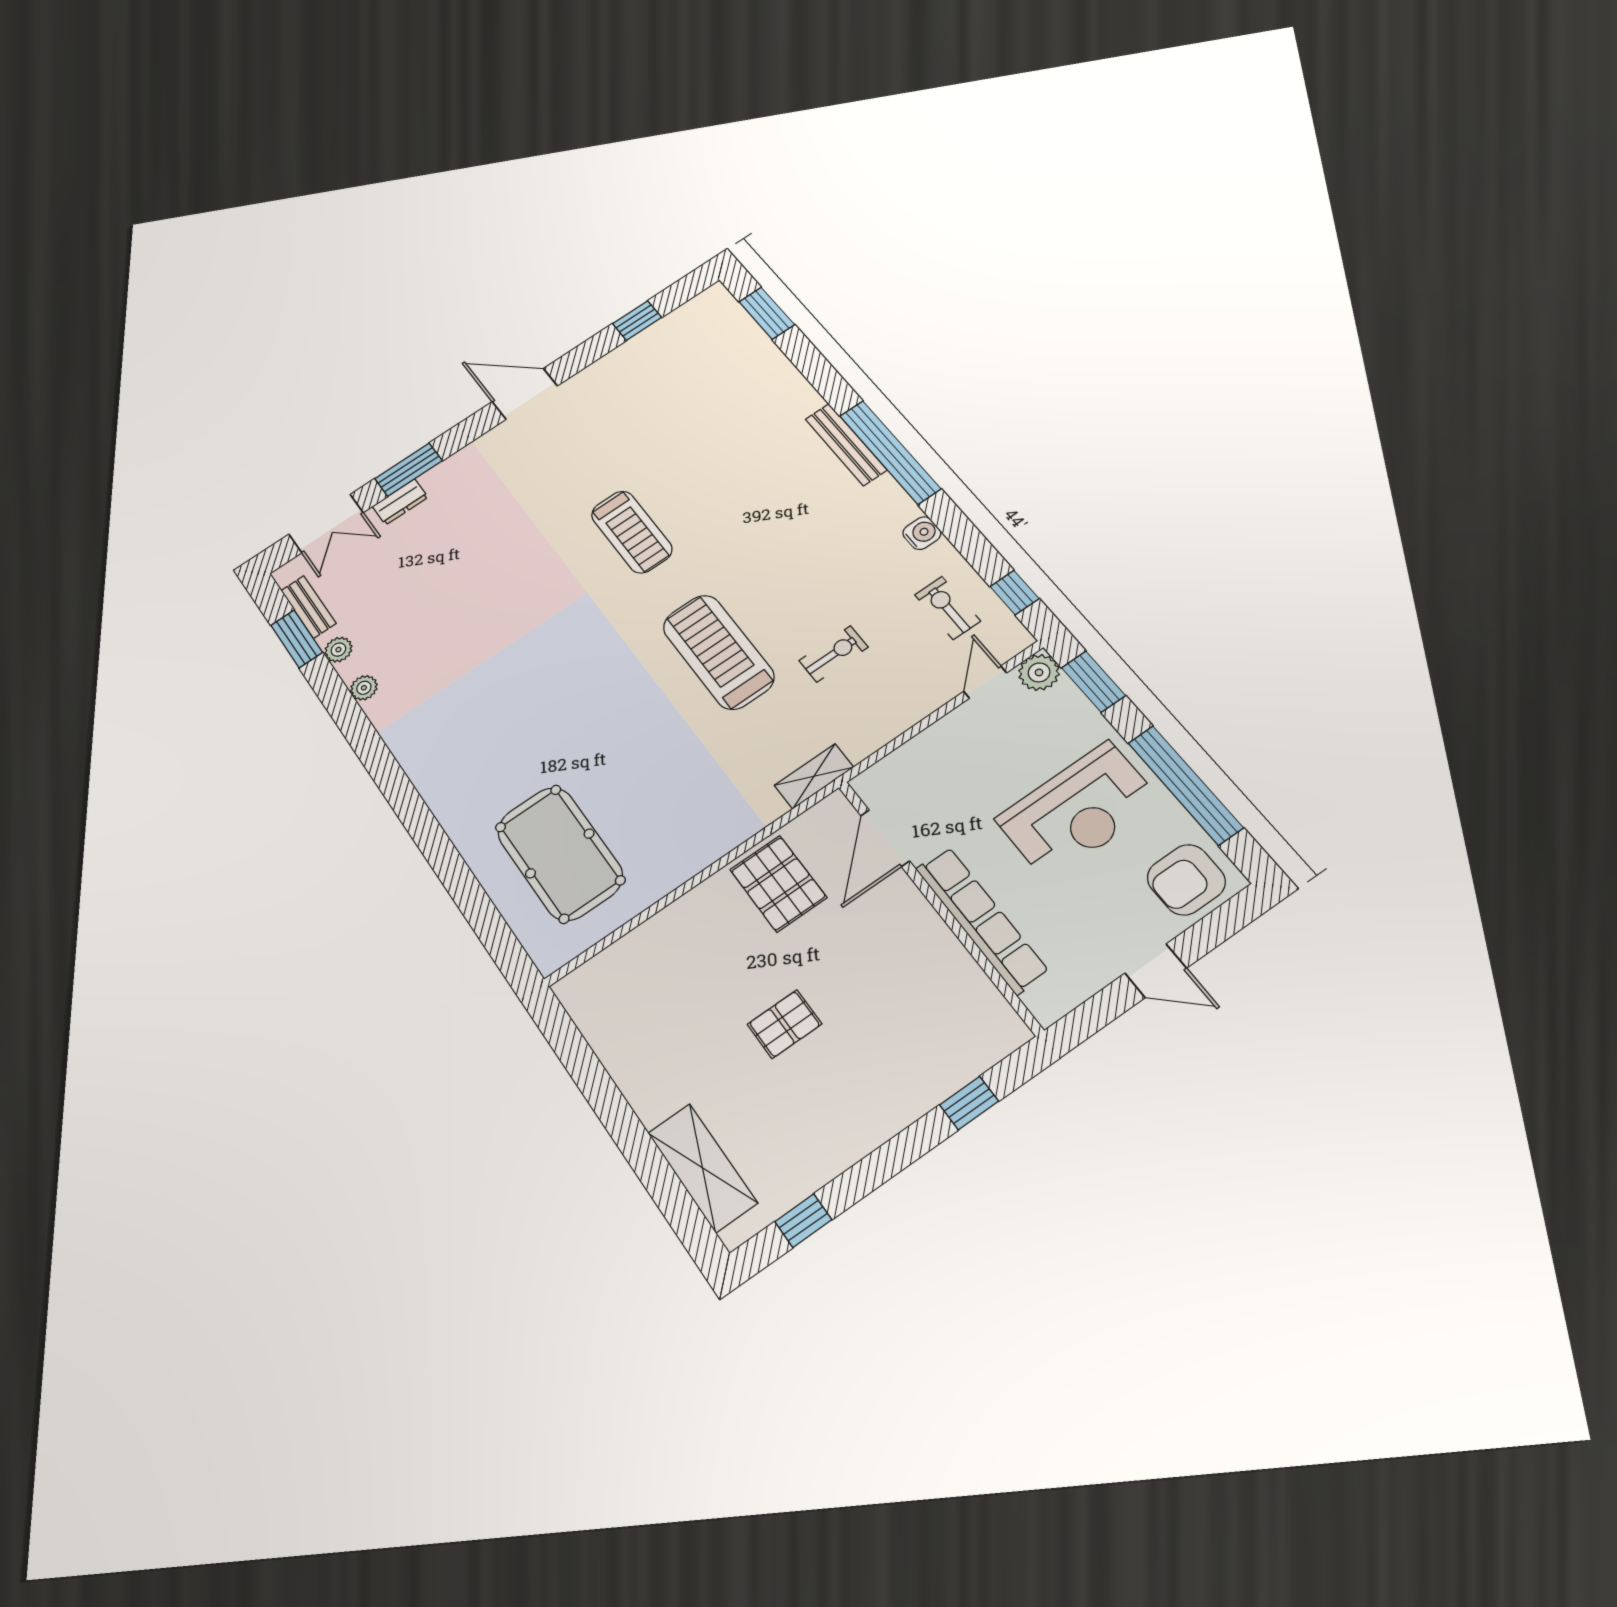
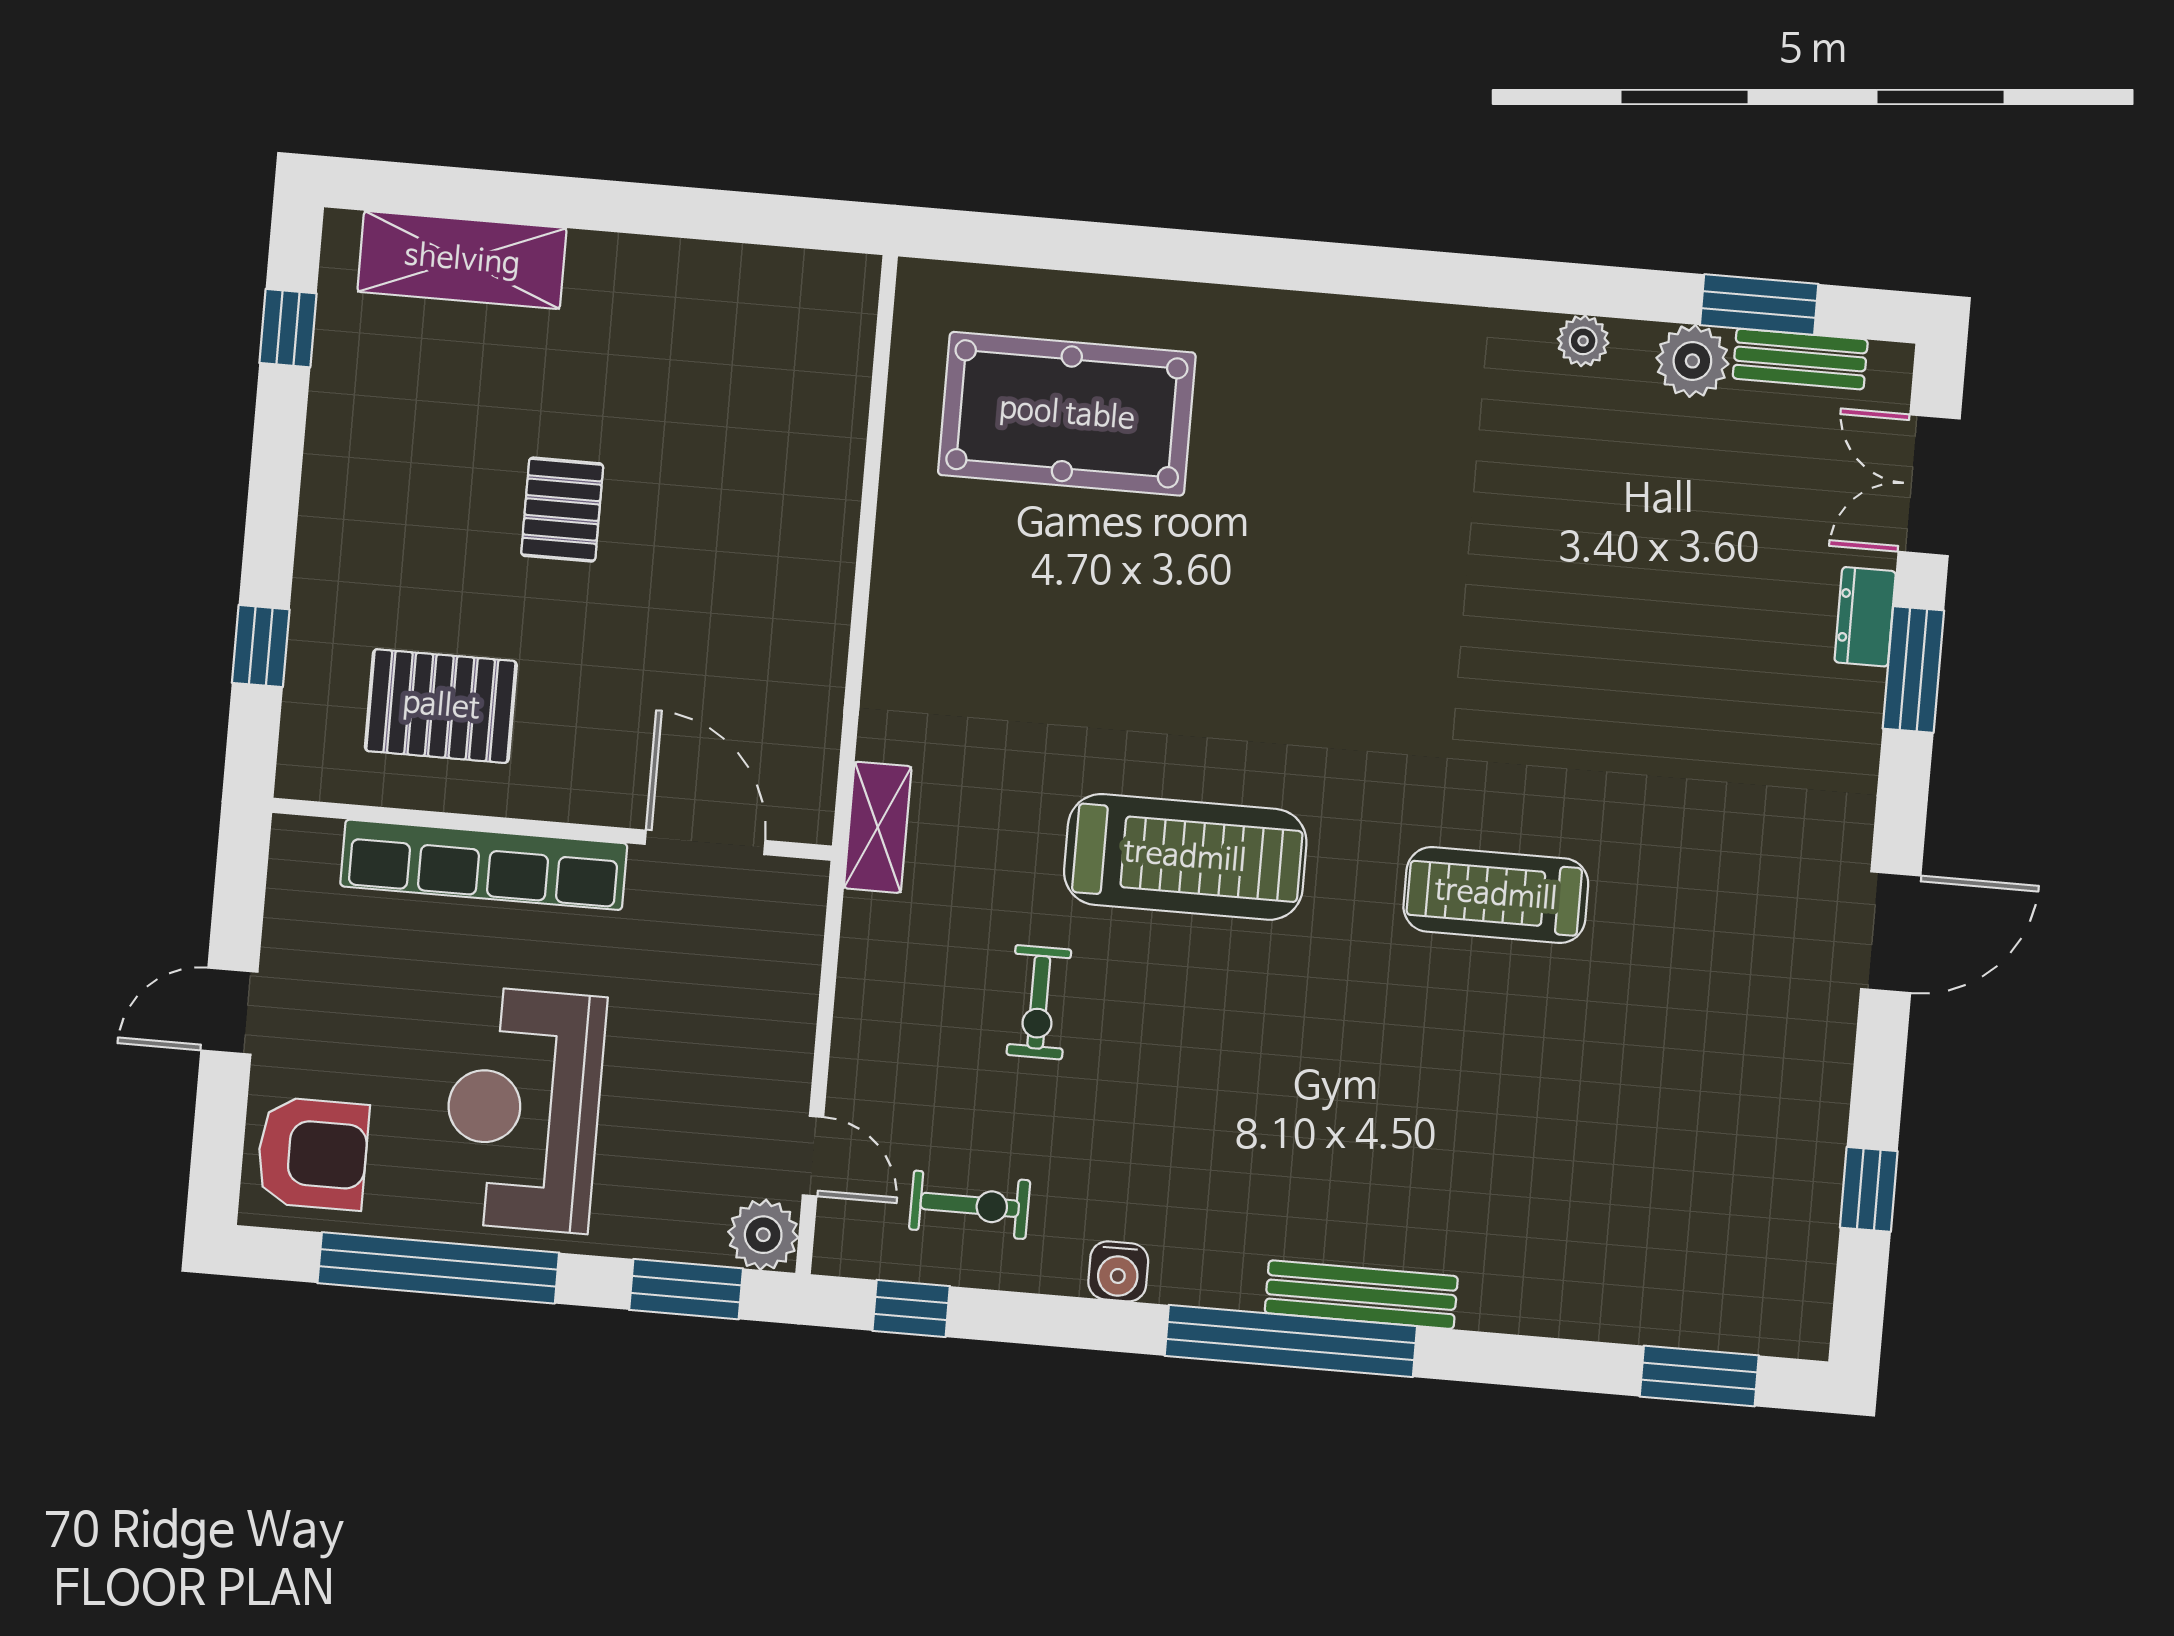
plant: (338, 650) -> (1692, 361), width x1.38, depth x1.38
armchair: (1186, 880) -> (313, 1154), turned 90
pallet: (778, 884) -> (441, 706), moved

